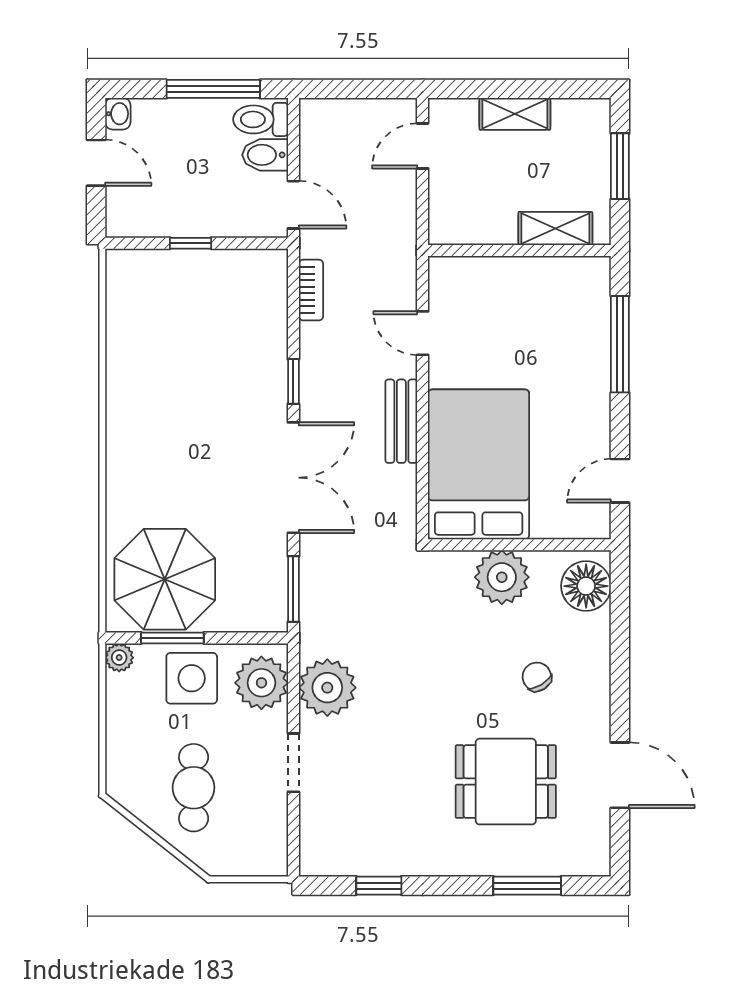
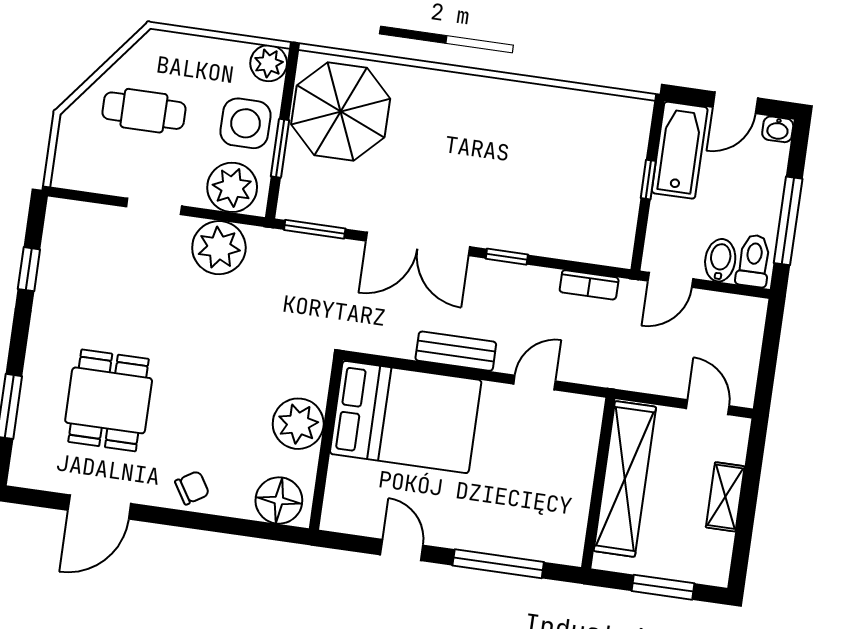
bathtub: (155, 214) -> (680, 150), added
shelving: (555, 228) -> (625, 479), width x2.20, depth x1.33
door: (620, 481) -> (402, 550), moved
window: (172, 638) -> (280, 148), moved
plant: (119, 658) -> (269, 63), width x1.38, depth x1.38
chair: (537, 677) -> (192, 488), moved

